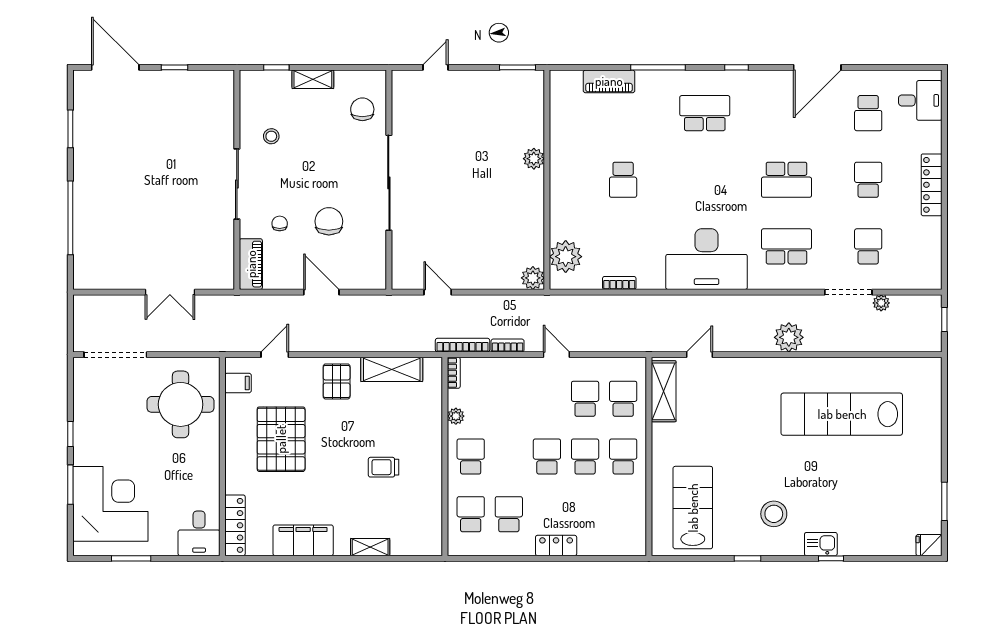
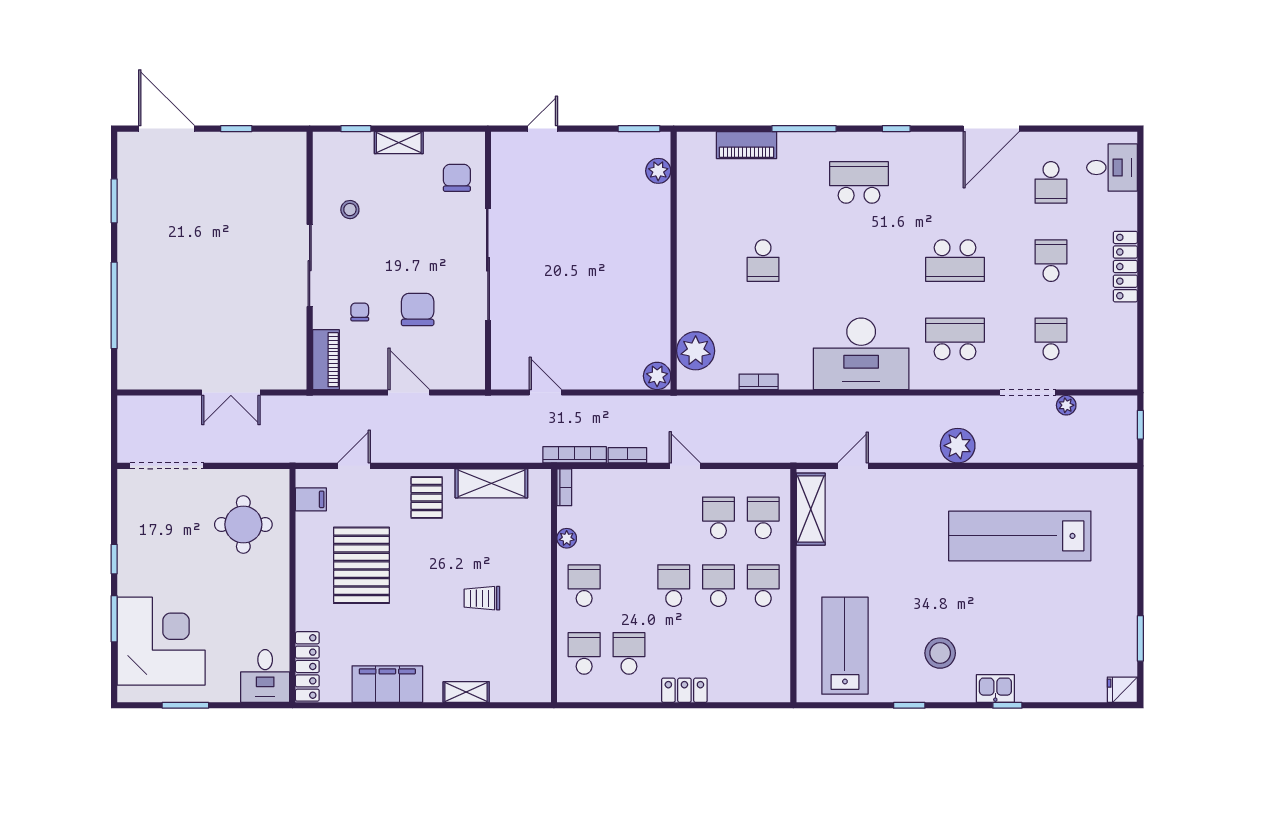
plant: (534, 159) -> (658, 171), moved
round table: (181, 404) -> (243, 524), width x0.73, depth x0.73

